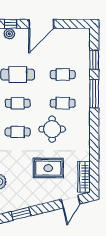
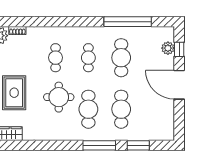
cafe table: (63, 75) -> (121, 109), width x1.37, depth x1.35
cafe table: (63, 103) -> (88, 109), width x1.37, depth x1.35

